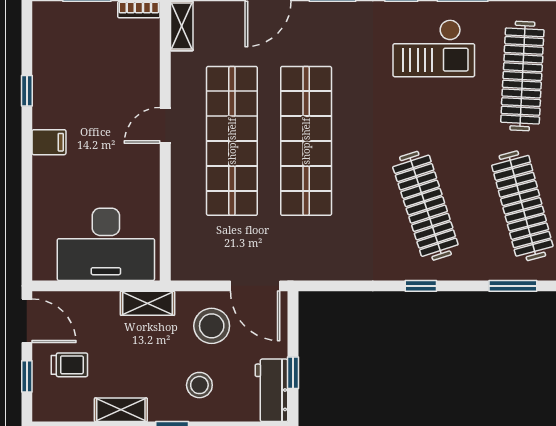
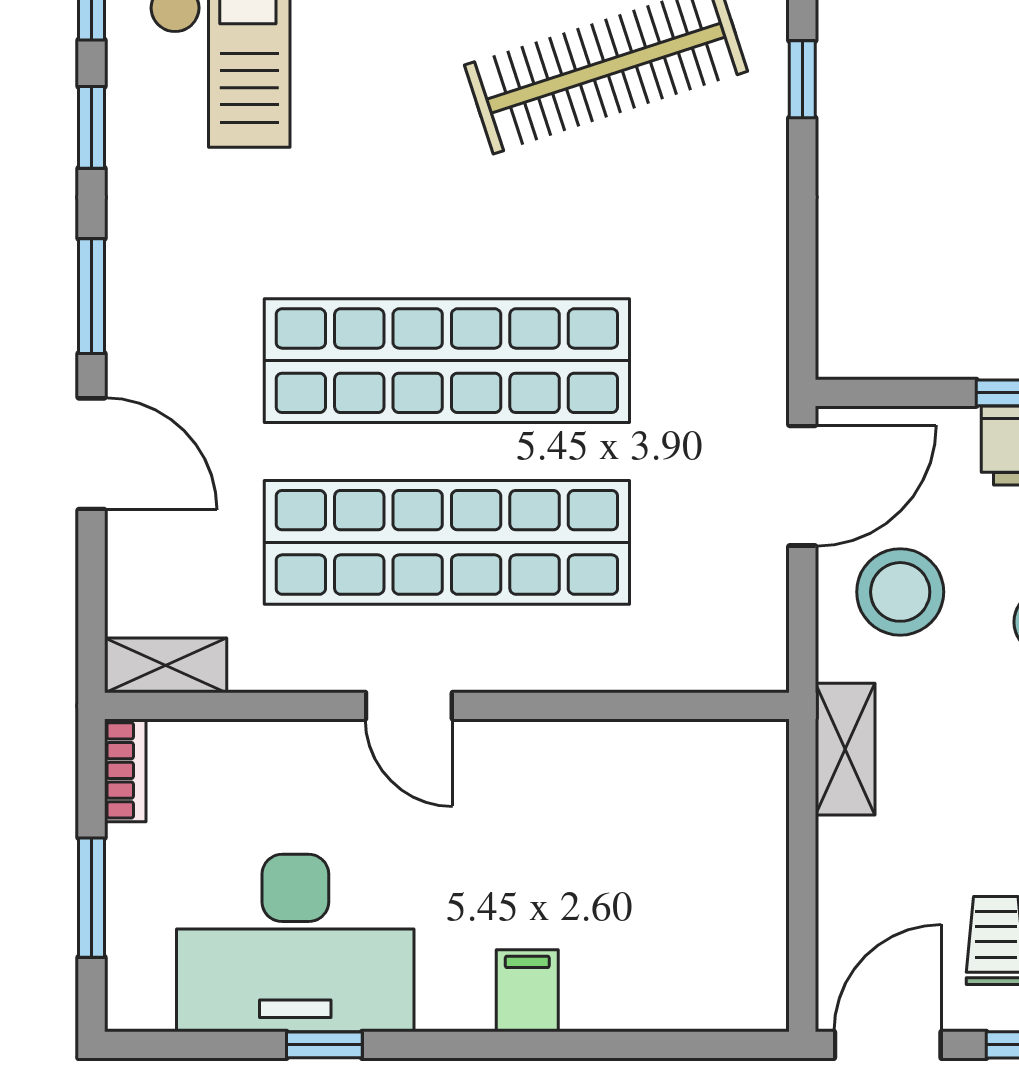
filing cabinet: (49, 142) -> (527, 991), moved
desk: (106, 244) -> (295, 943), moved, turned 90

